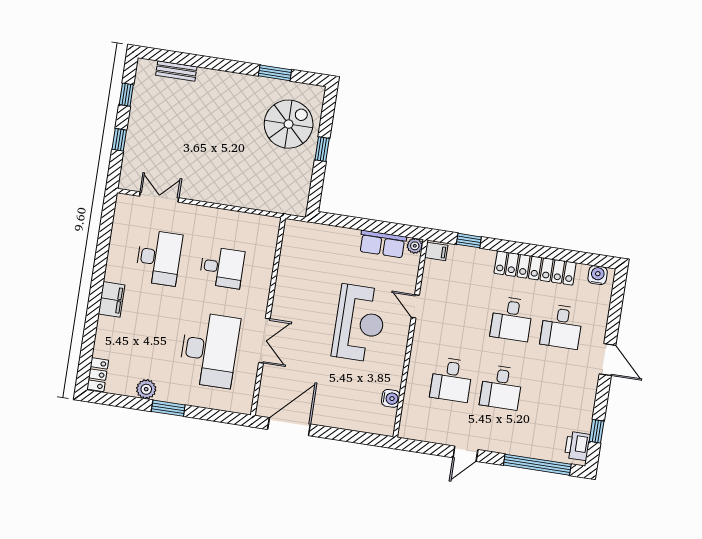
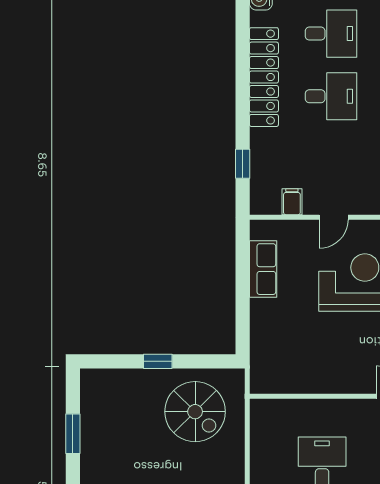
spiral stairs: (289, 124) -> (195, 412), moved, turned 180
plant: (415, 246) -> (259, 229), removed
filing cabinet: (436, 251) -> (292, 202), moved

